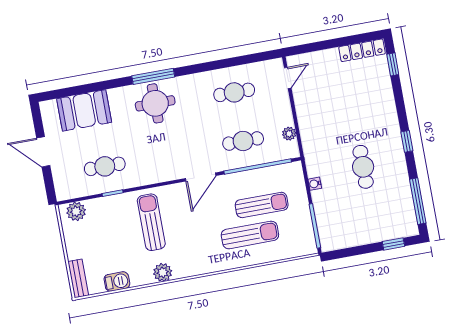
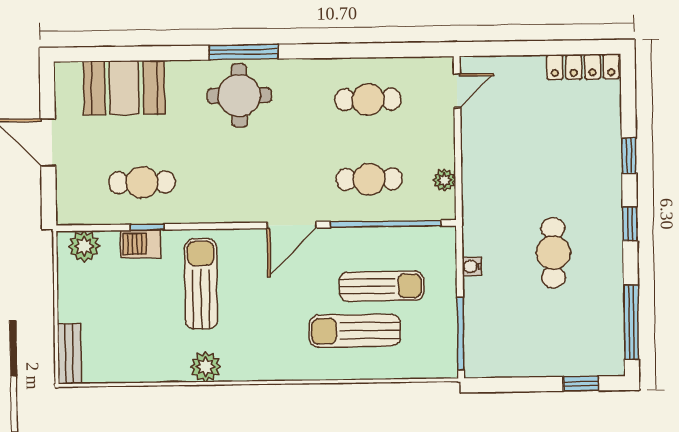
window: (393, 64) -> (629, 156), moved
sun lounger: (250, 235) -> (355, 331), turned 180
barbecue: (117, 282) -> (141, 244), moved, turned 180

